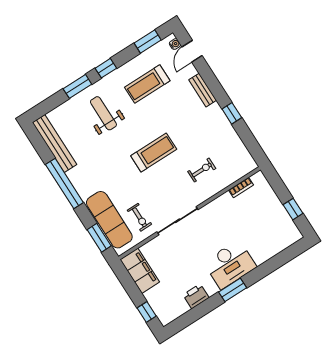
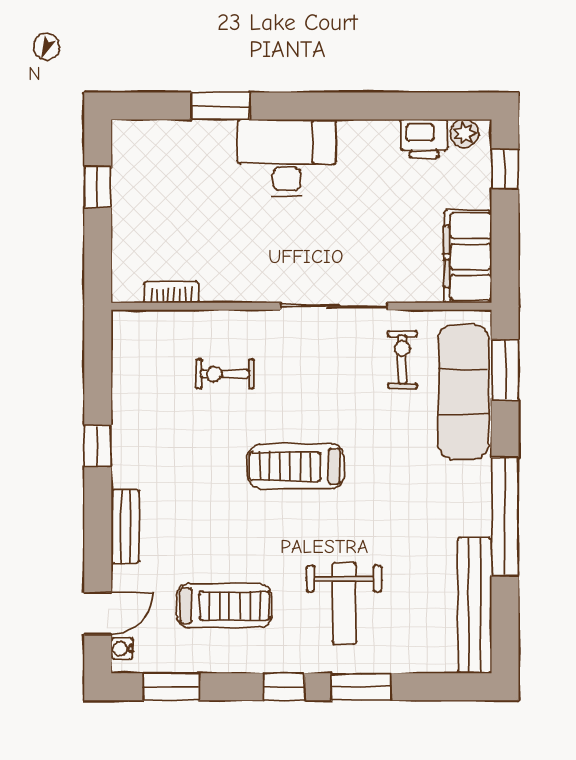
window: (233, 290) -> (220, 106), moved
printer: (196, 296) -> (424, 139), moved
plant: (170, 316) -> (464, 133), added

